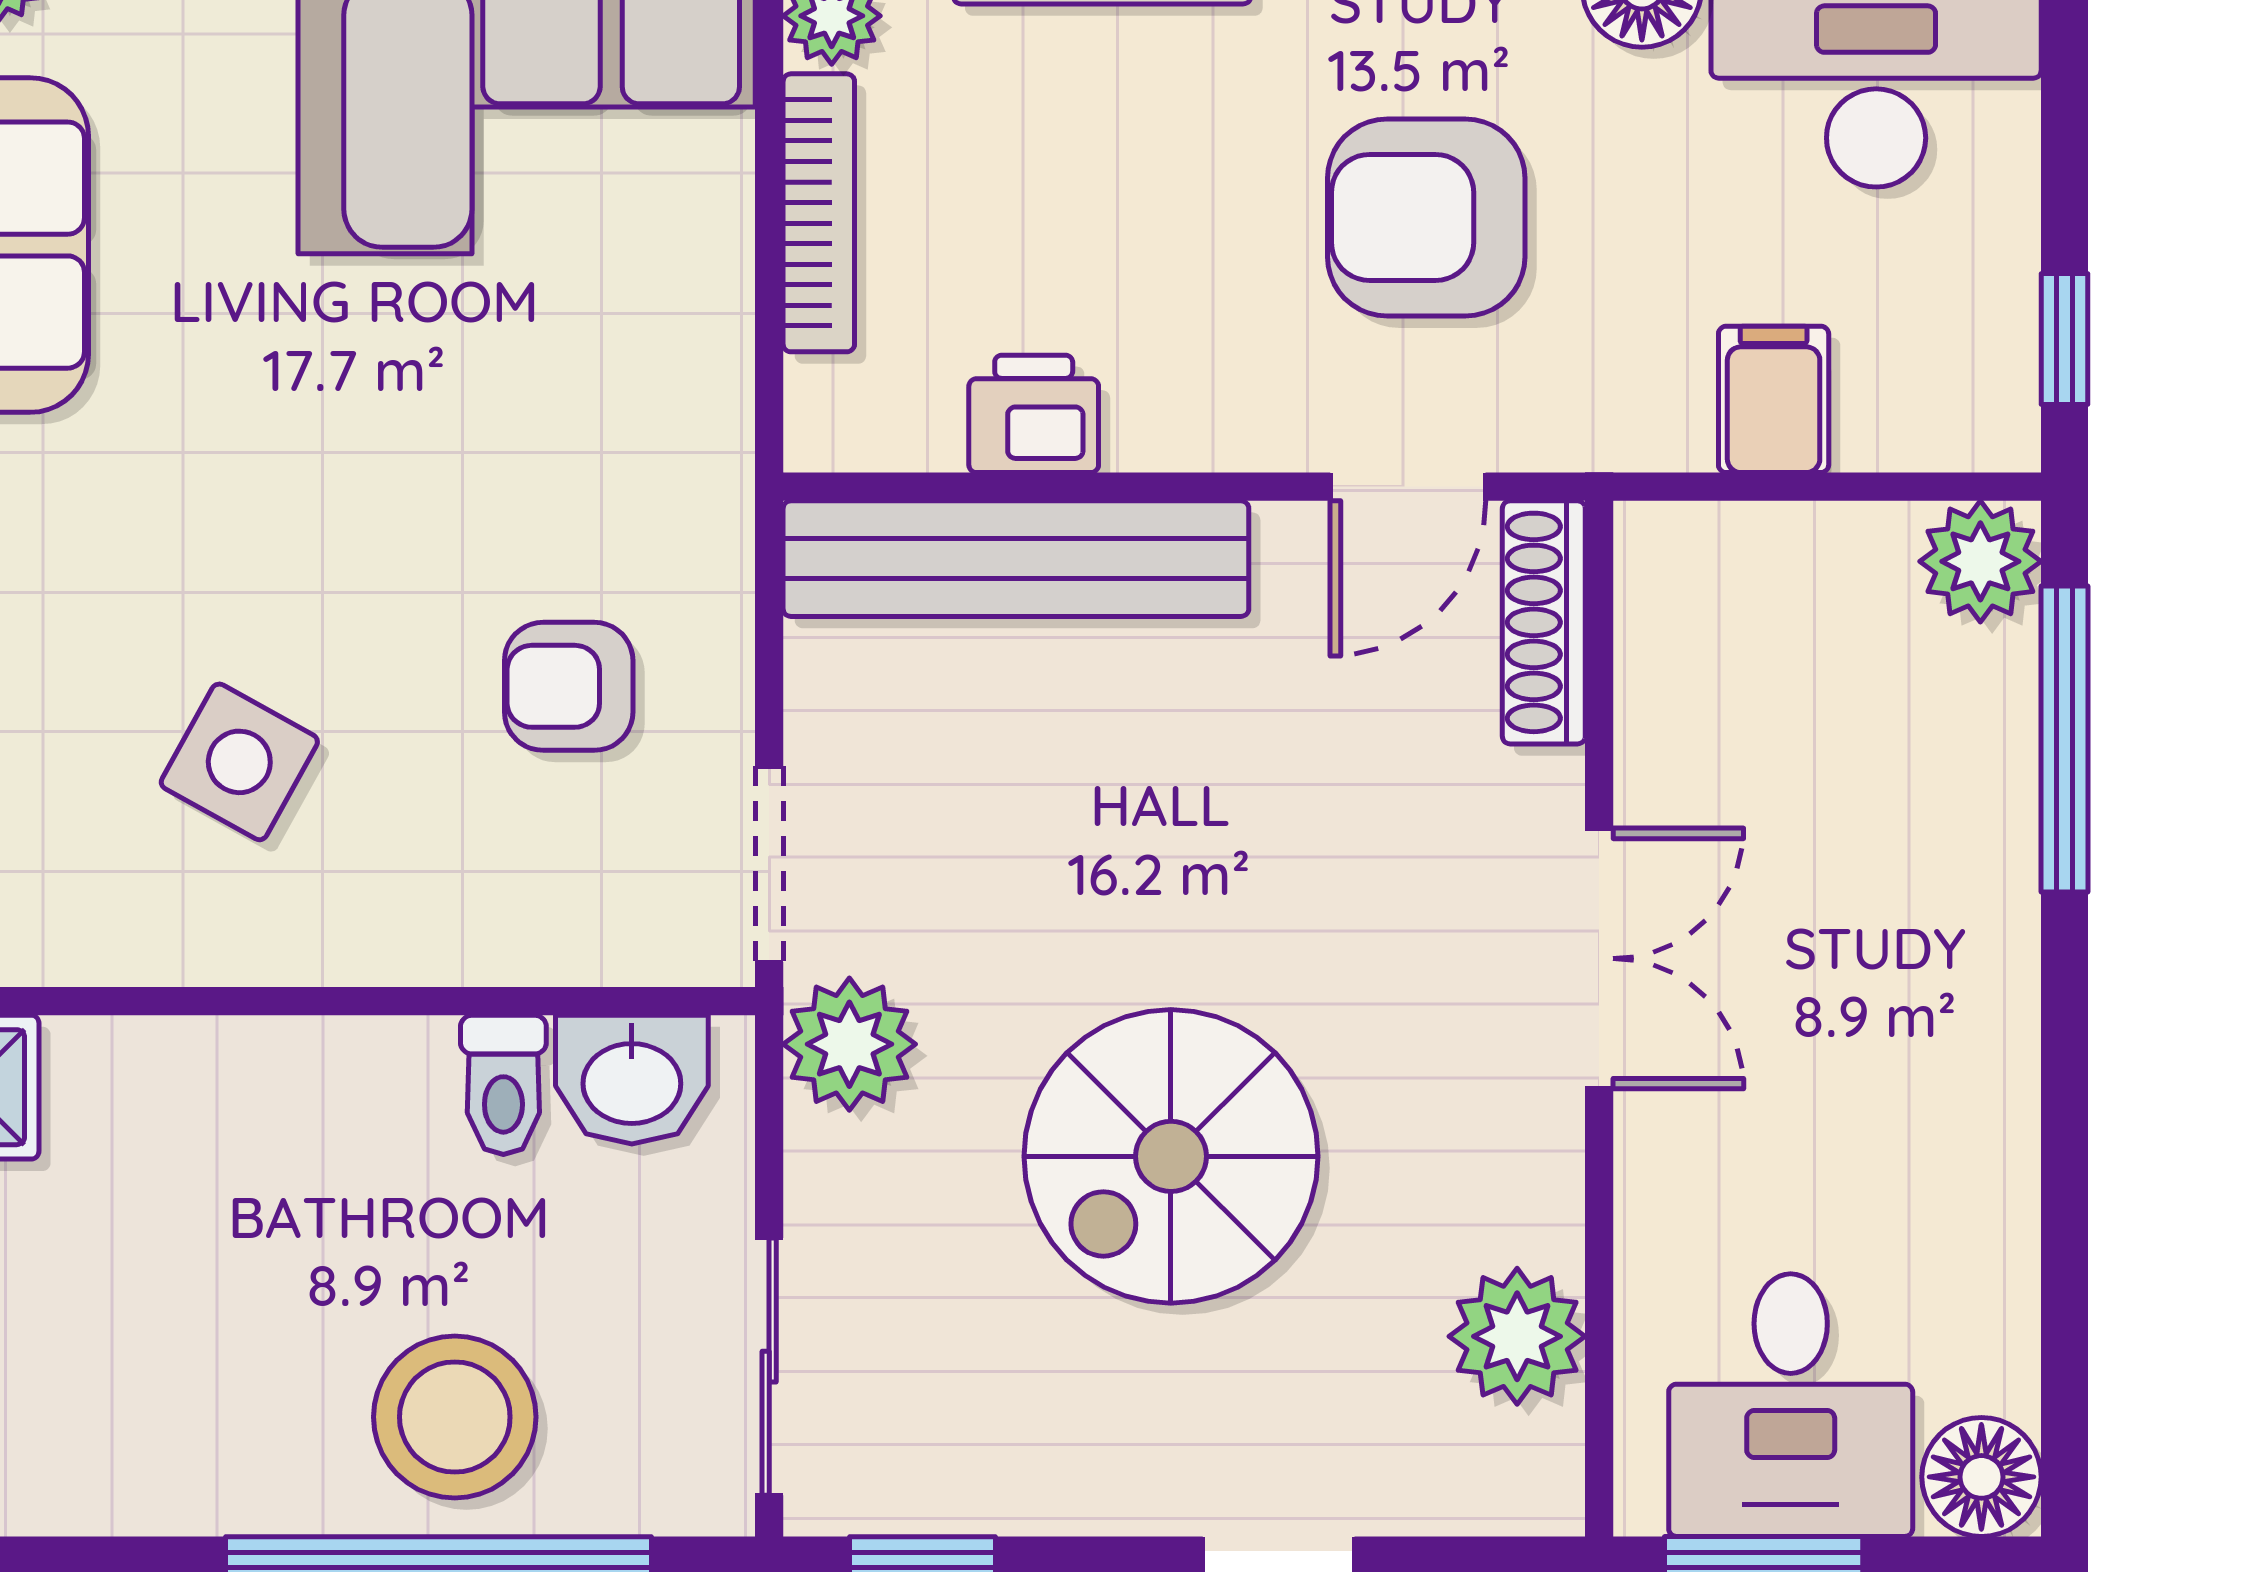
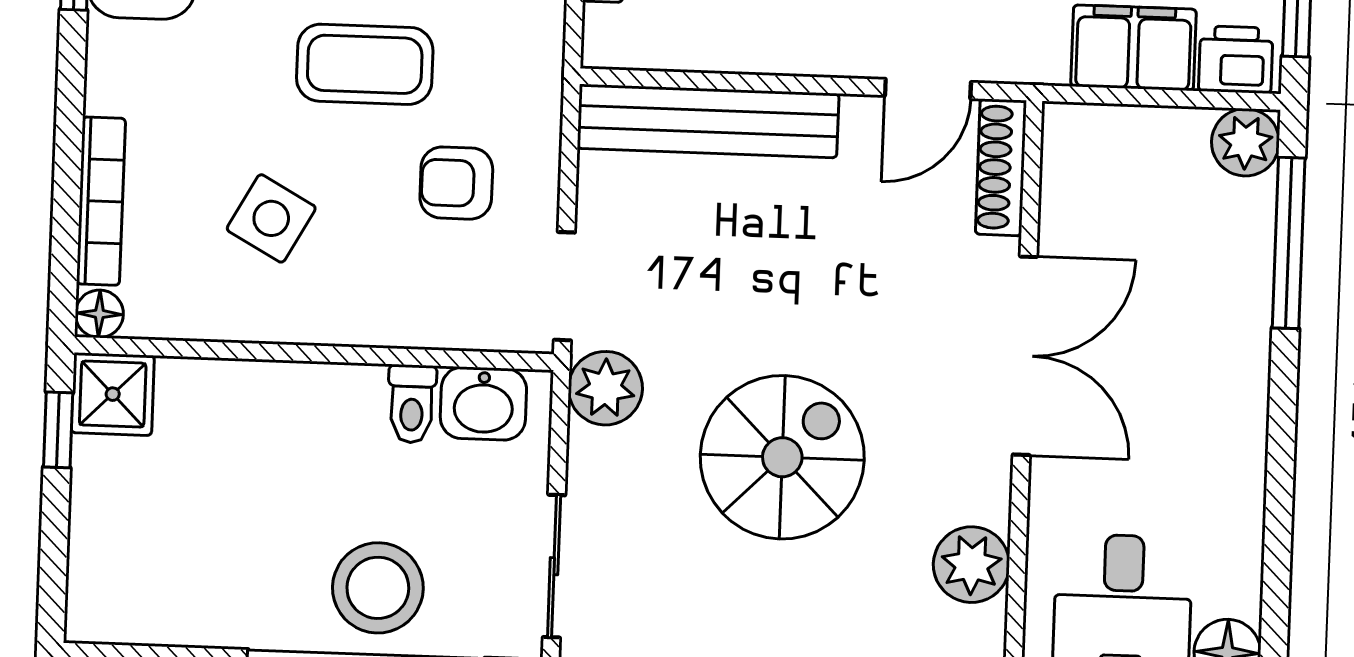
filing cabinet: (1774, 399) -> (1133, 48), width x2.00
printer: (1034, 414) -> (1236, 60), moved
coffee table: (397, 480) -> (365, 64), added
double door: (1599, 958) -> (1025, 356), width x1.37
spiral stairs: (1171, 1156) -> (782, 457), turned 180

